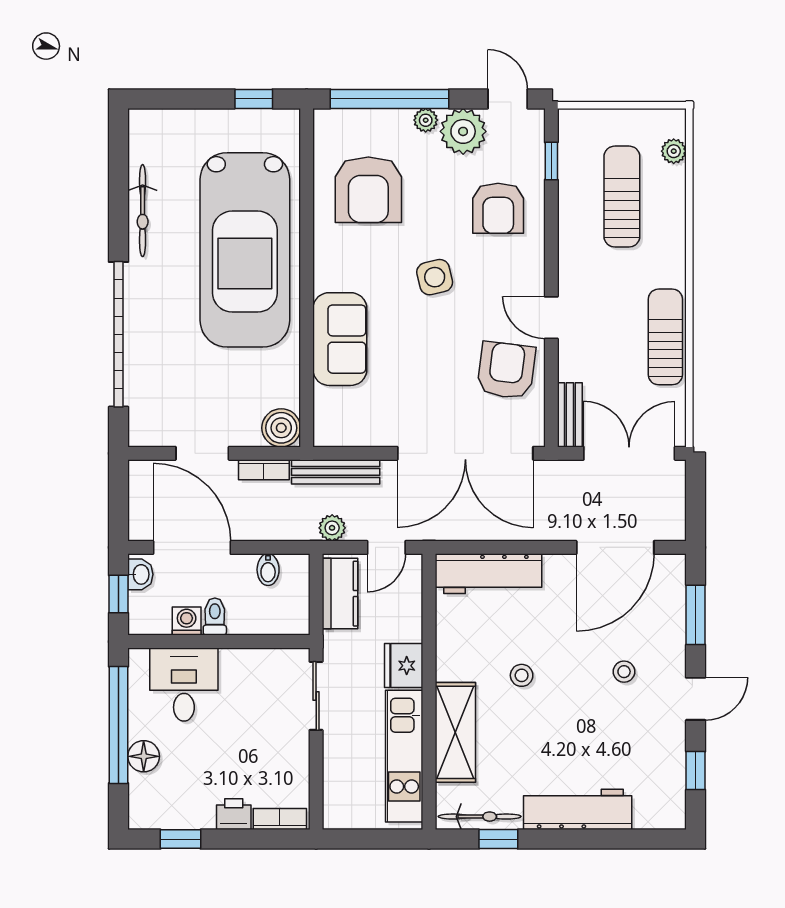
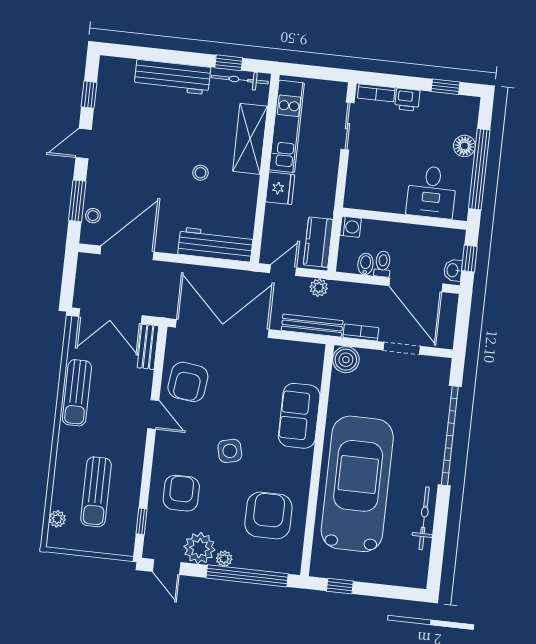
toilet: (215, 617) -> (383, 264), moved, turned 180
washing machine: (187, 621) -> (351, 227), moved, turned -90
stool: (624, 672) -> (93, 216), moved
sliding door: (316, 696) -> (348, 126), moved

